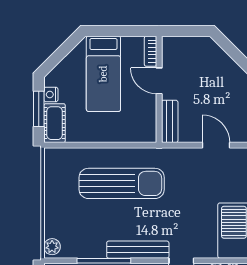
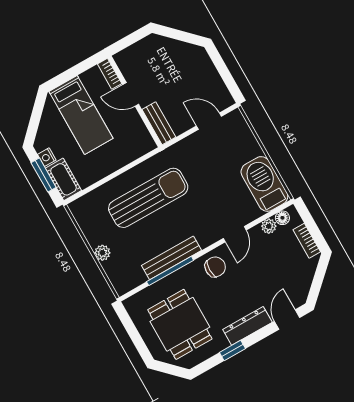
plant: (52, 247) -> (102, 253), moved
bench: (138, 250) -> (172, 258), moved

